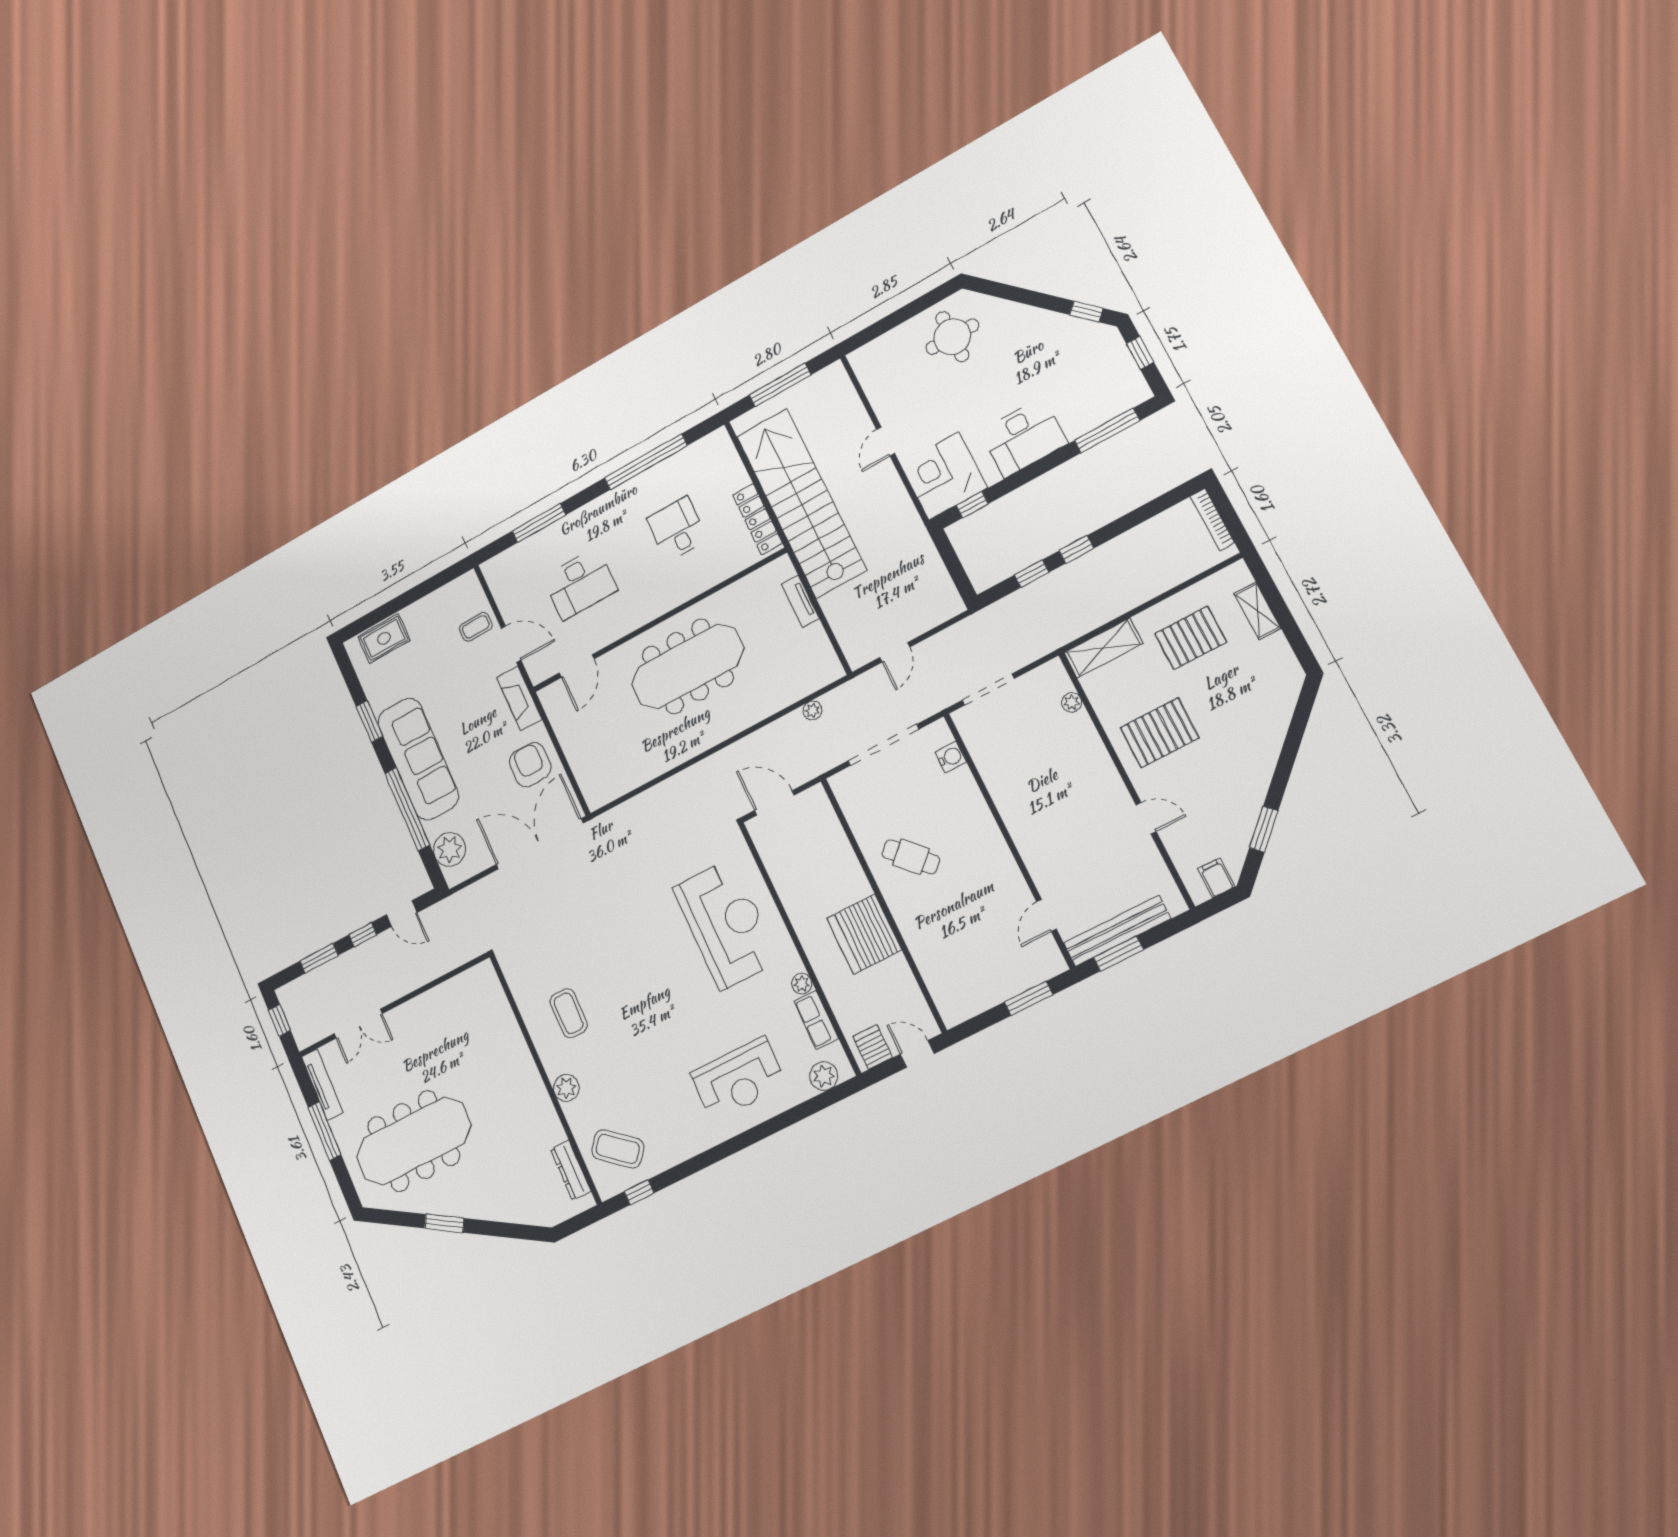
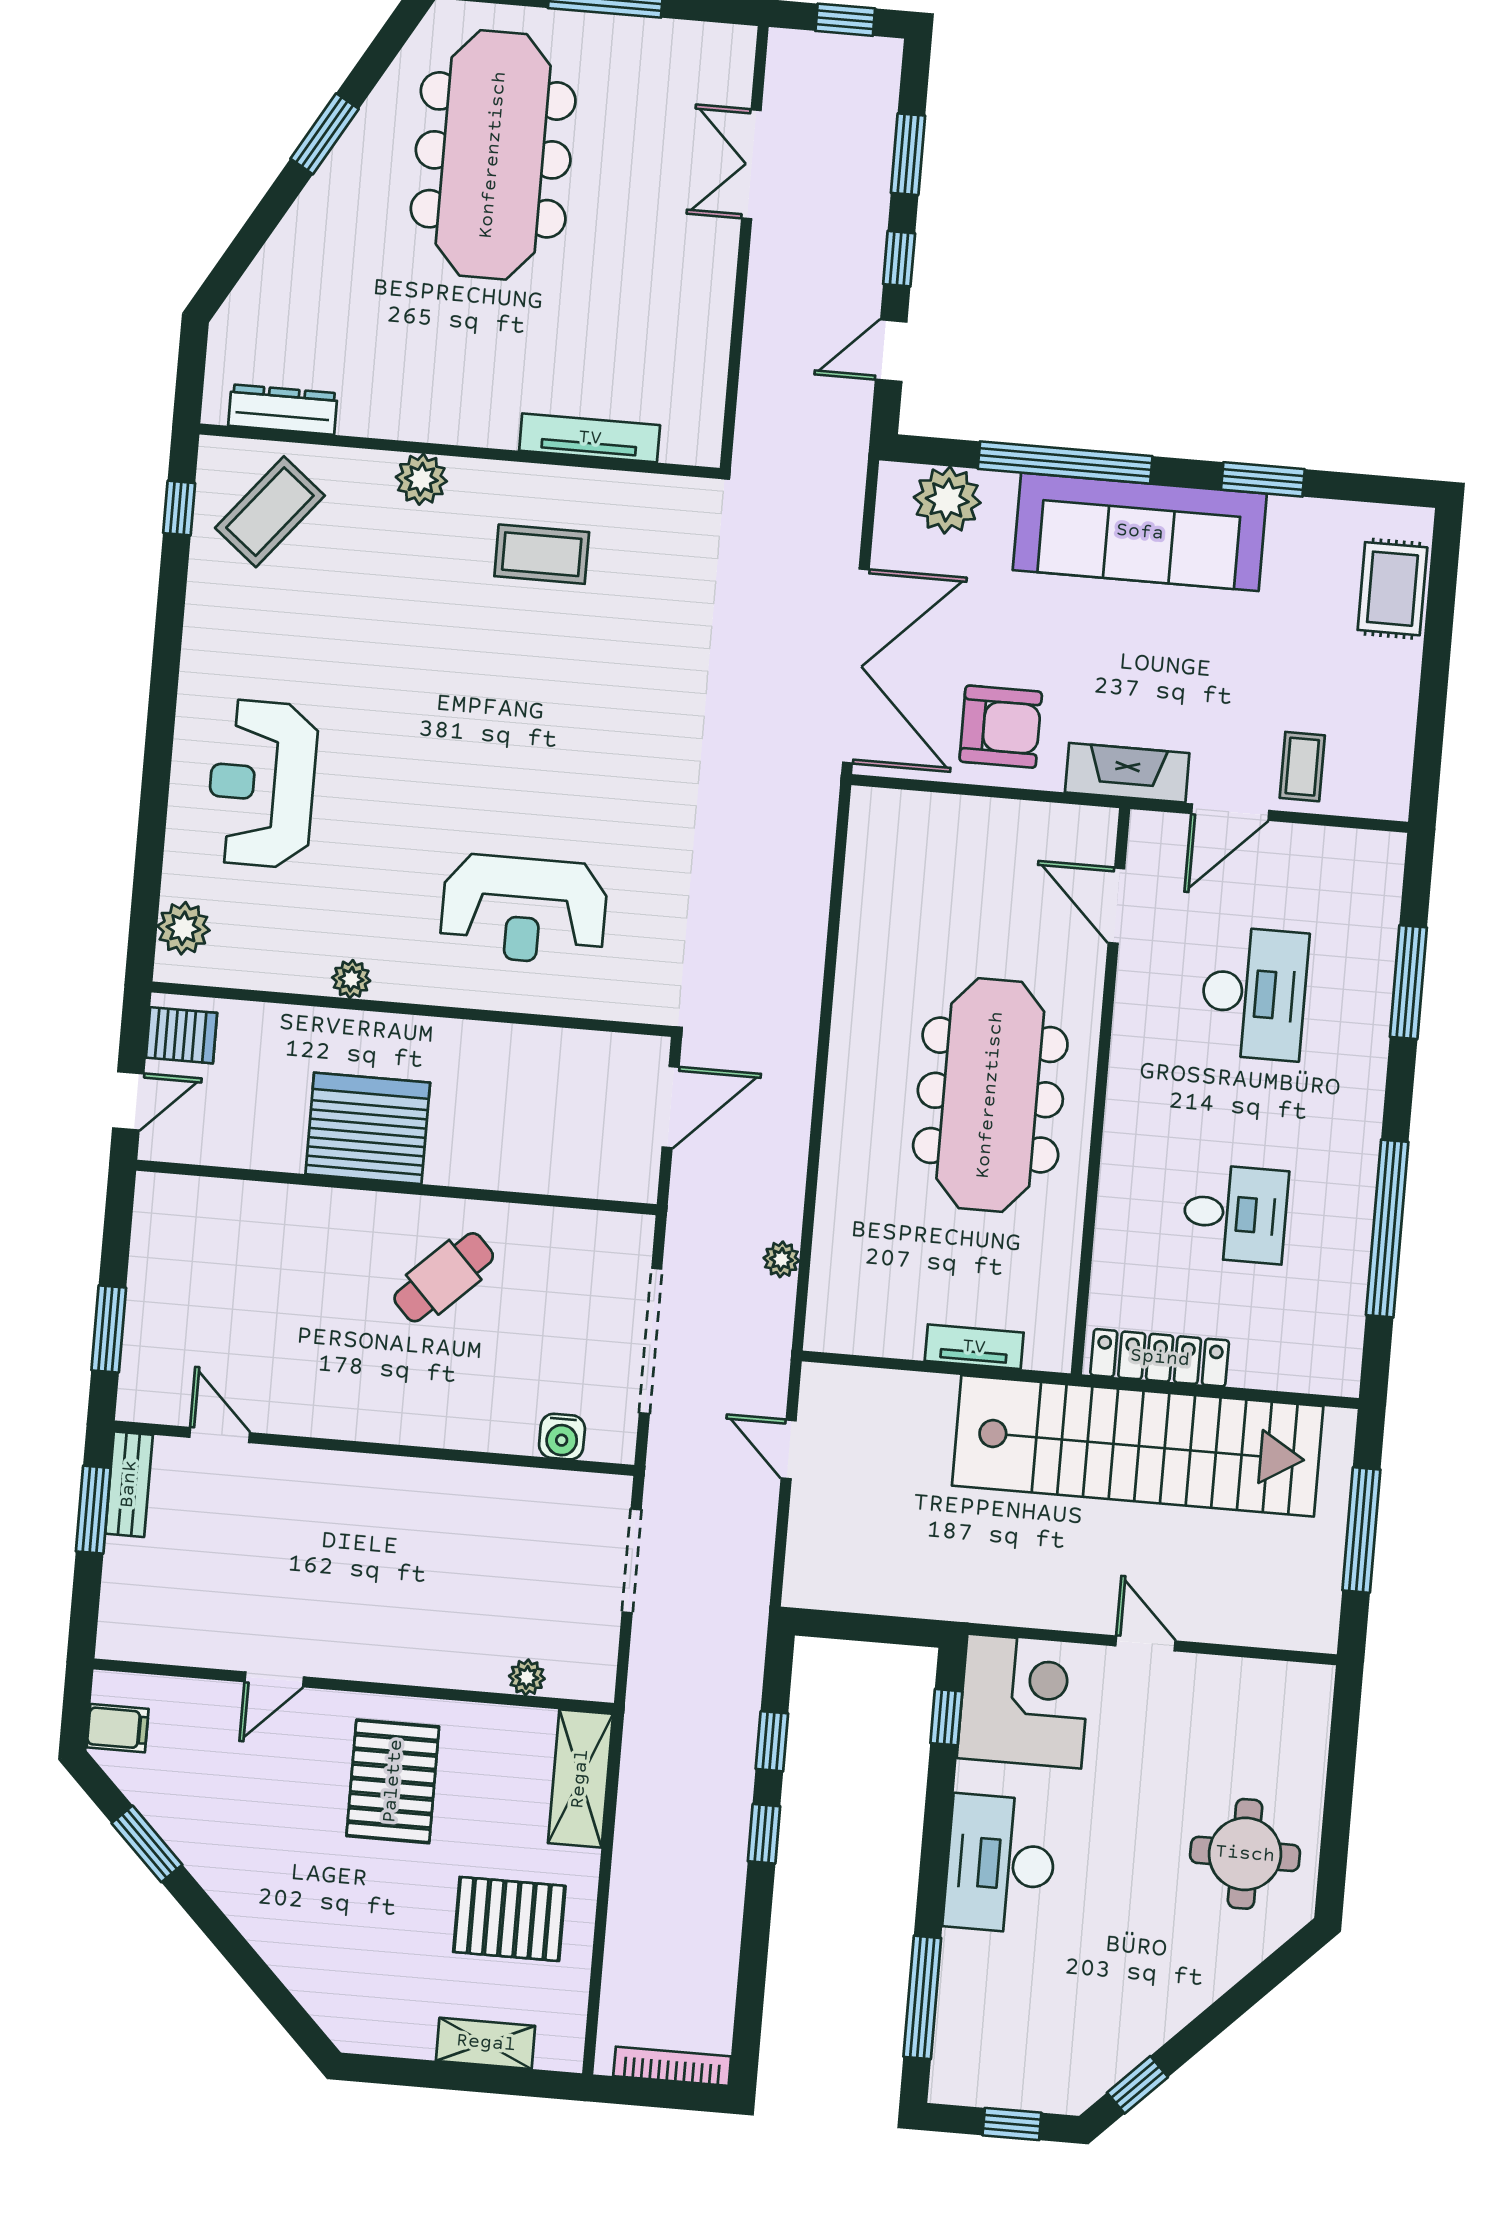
desk: (580, 584) -> (1254, 993), turned 180
pallet: (1191, 638) -> (509, 1919), turned 90
reception desk: (726, 924) -> (524, 909), width x0.74, depth x0.77
bench: (1117, 931) -> (129, 1484), width x0.54, depth x0.82
row of seats: (816, 1020) -> (279, 968), removed
tv unit: (322, 1085) -> (590, 438), moved, turned 180

